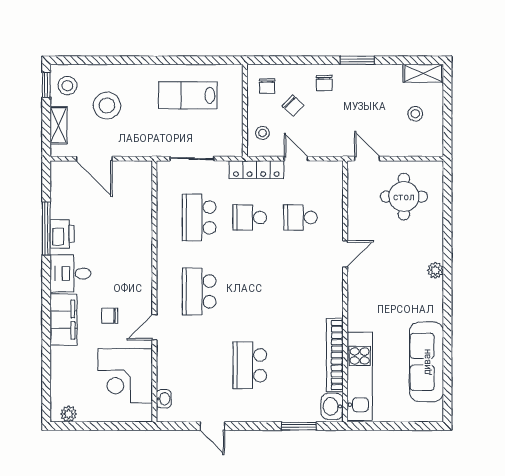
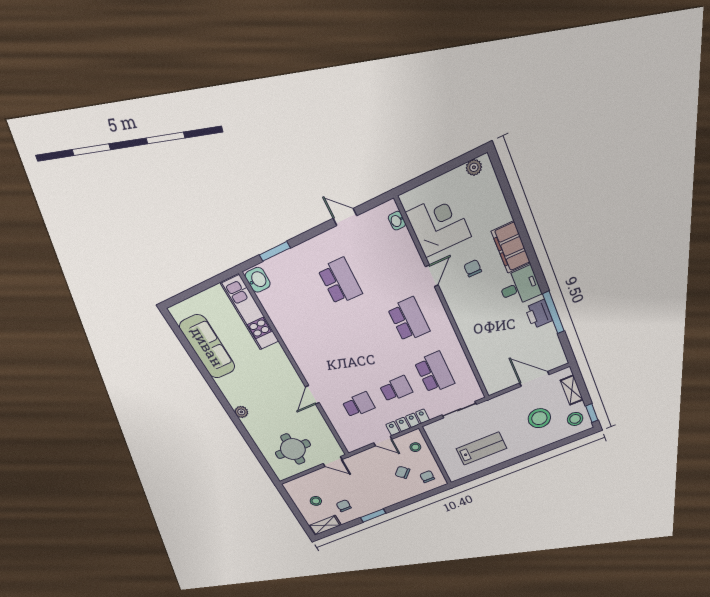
chair: (324, 83) -> (344, 506), moved
chair: (110, 316) -> (473, 268), turned -90
bookcase: (335, 355) -> (278, 320), removed

